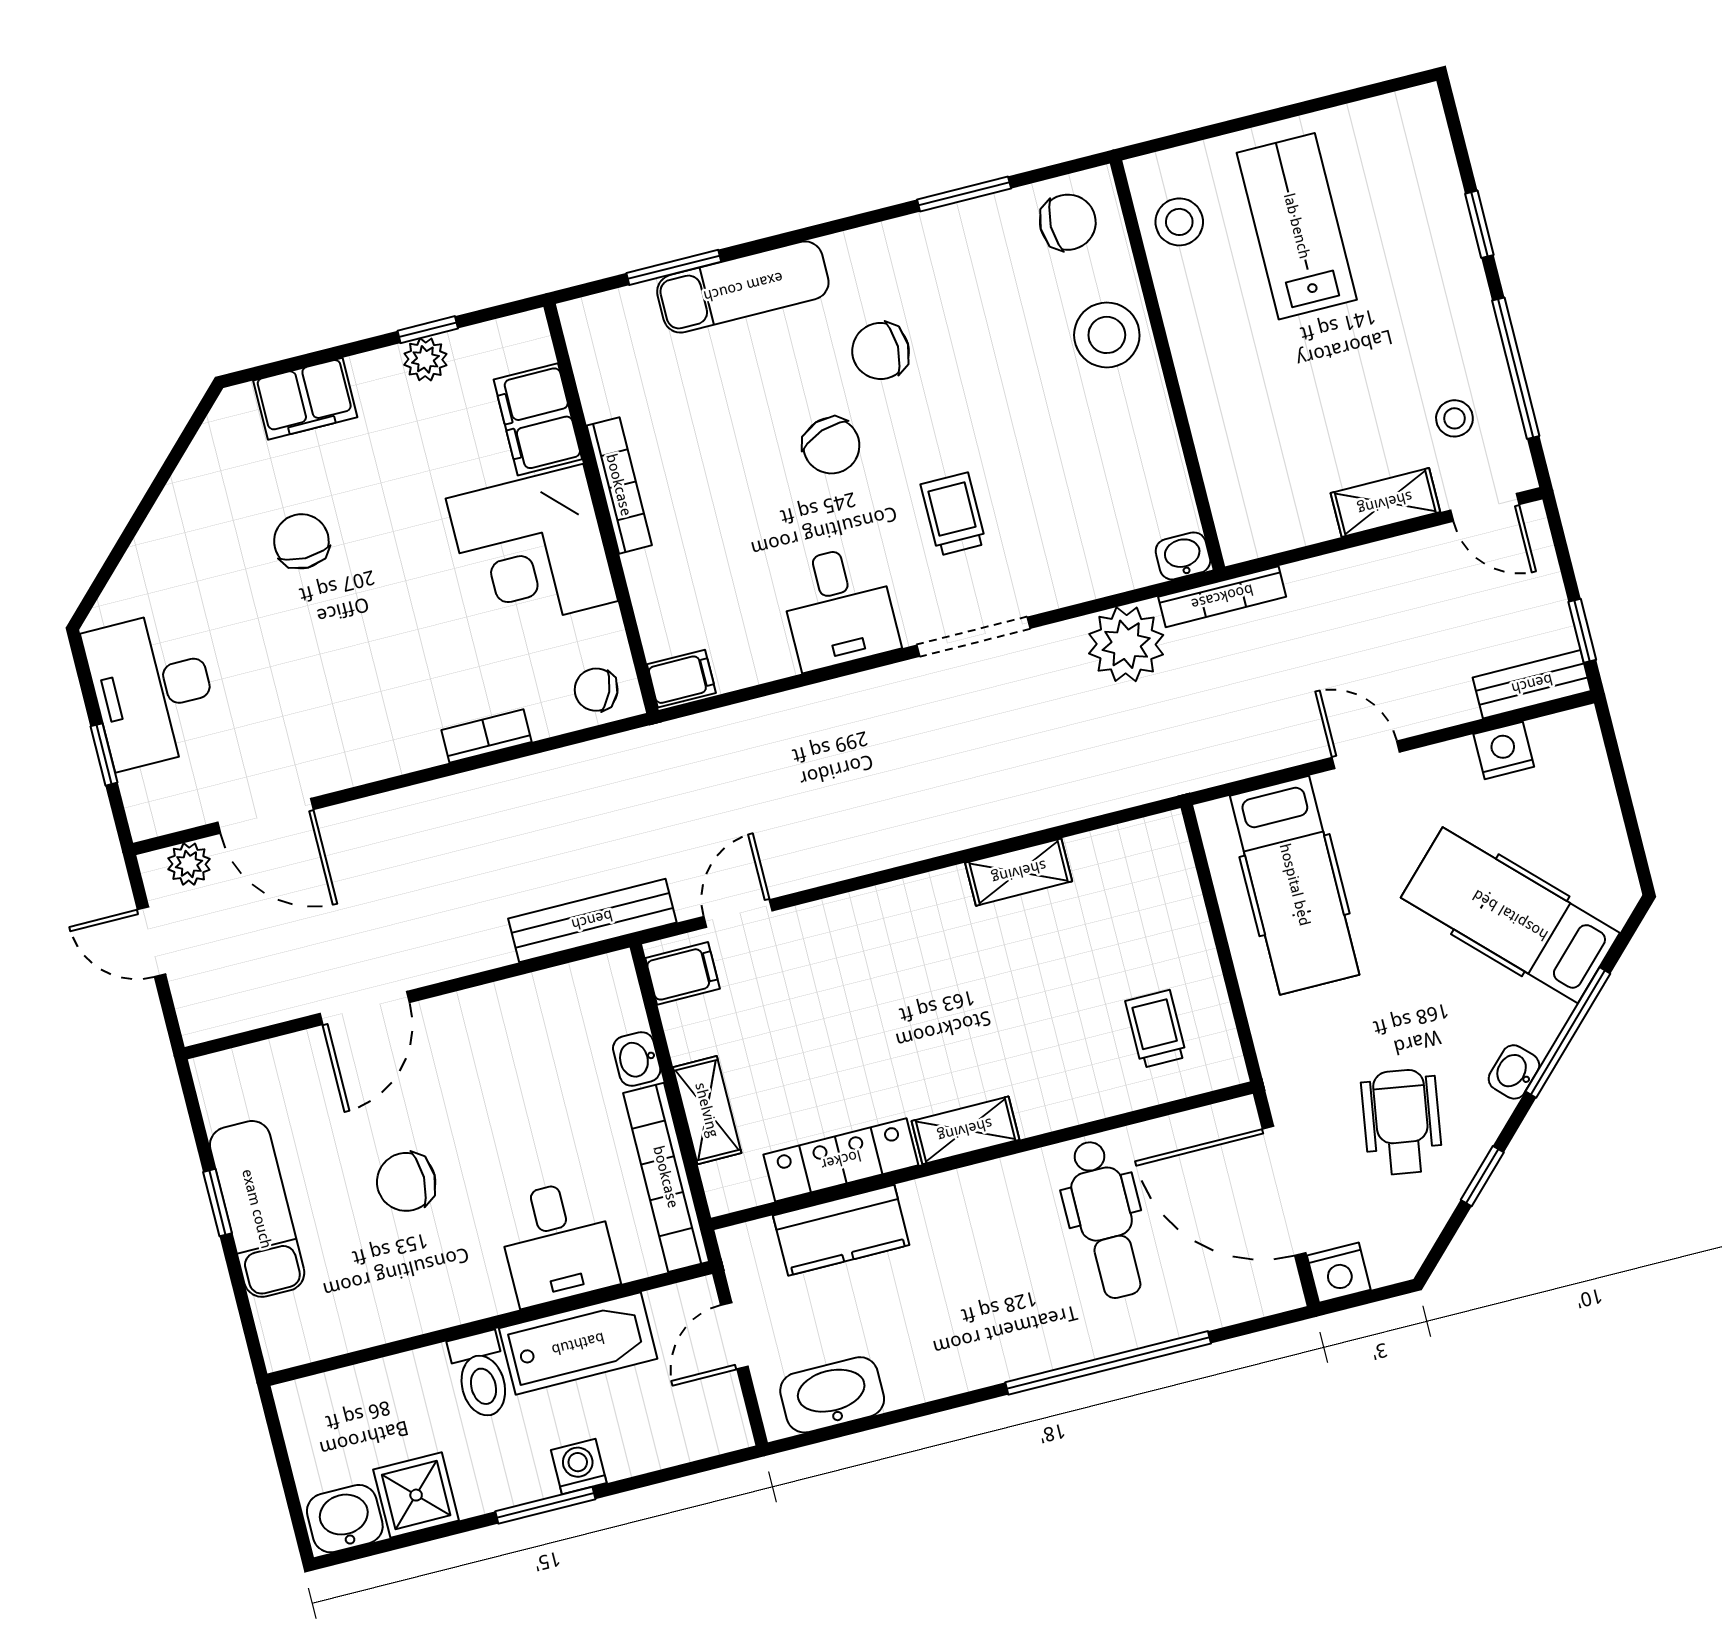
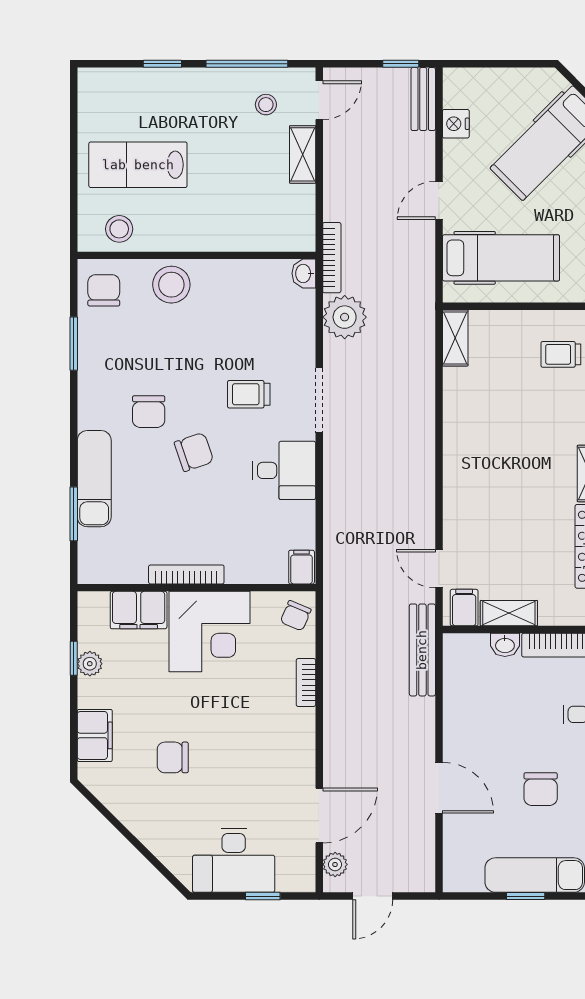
shelving: (1019, 872) -> (455, 338), moved
shelving: (707, 1110) -> (509, 613), moved

